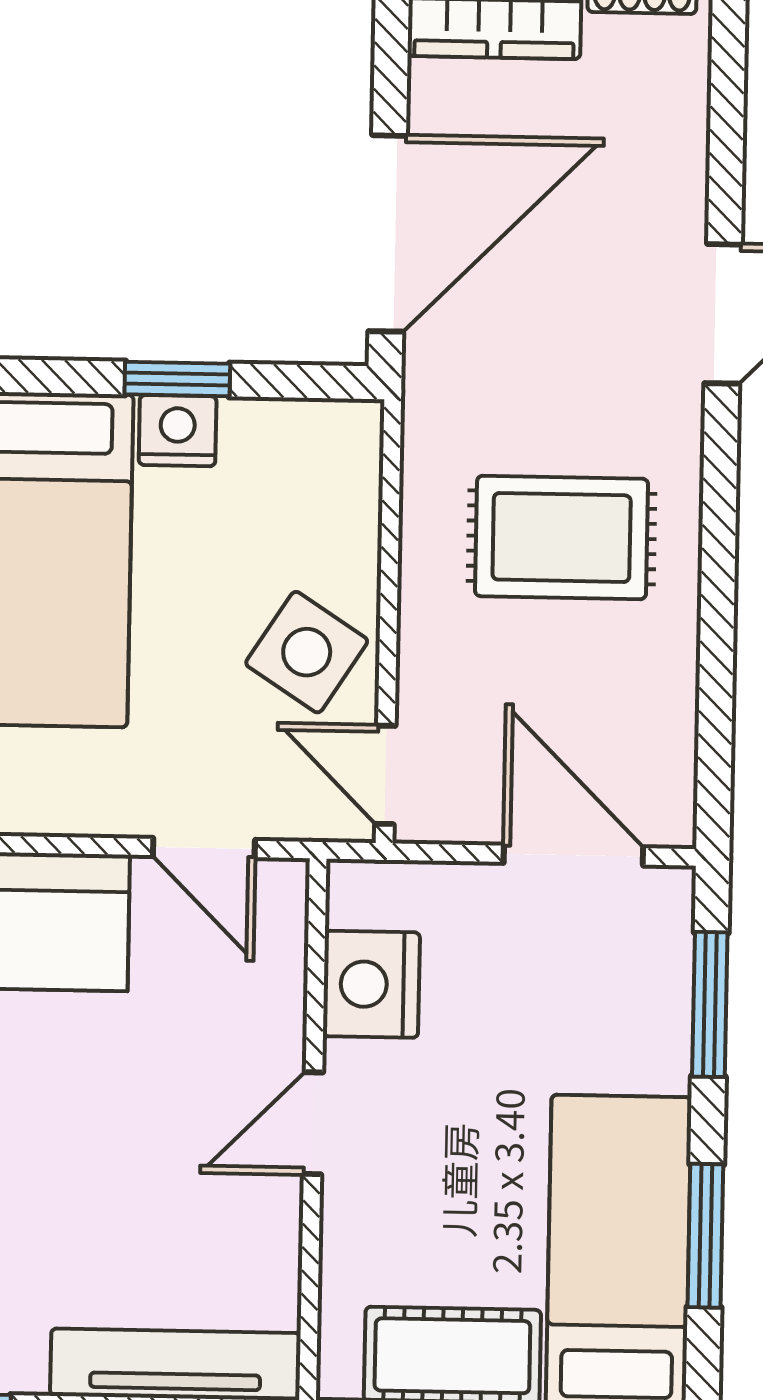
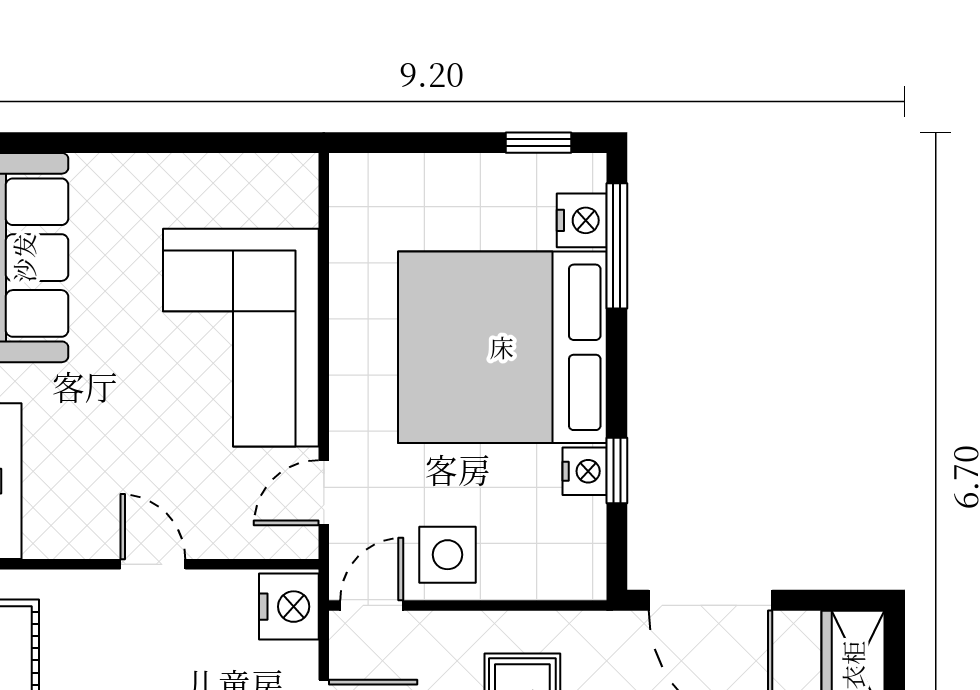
side table: (307, 652) -> (448, 555), turned -33
nightstand: (371, 984) -> (289, 607), moved, turned 90

